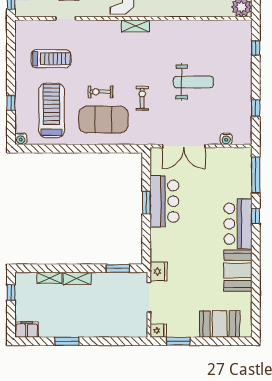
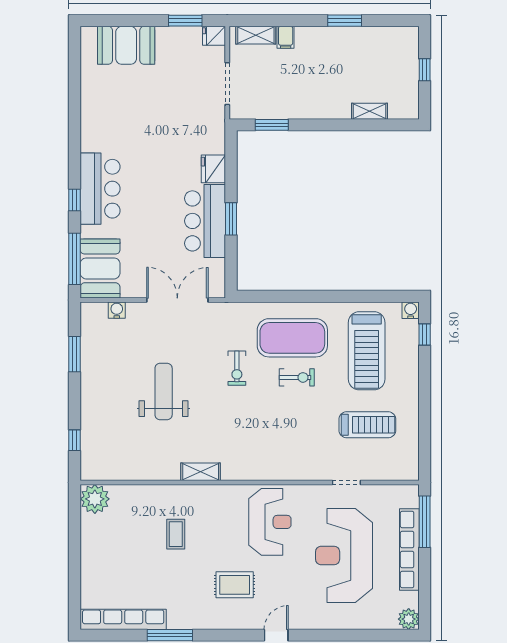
shelving: (135, 26) -> (201, 472), moved
treadmill: (51, 59) -> (367, 425), turned 180
weight bench: (193, 82) -> (164, 392), turned 90
window: (11, 103) -> (425, 335), moved
window: (256, 108) -> (75, 354), width x1.50
booth: (238, 271) -> (100, 268), moved
fridge: (159, 272) -> (213, 169), moved
shelving: (77, 278) -> (256, 35), moved
window: (11, 293) -> (425, 70), moved
filing cabinet: (27, 330) -> (286, 37), moved, width x0.50

